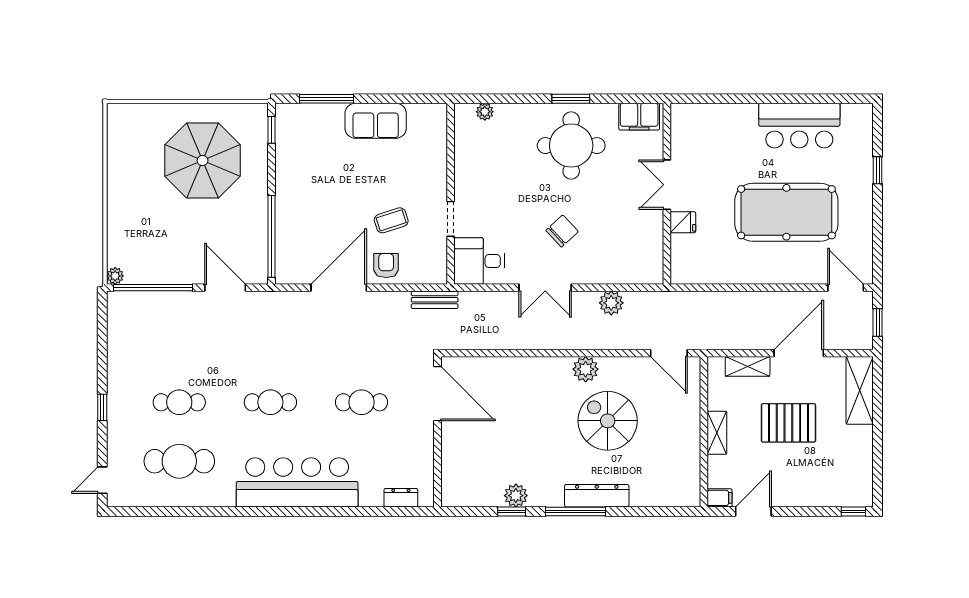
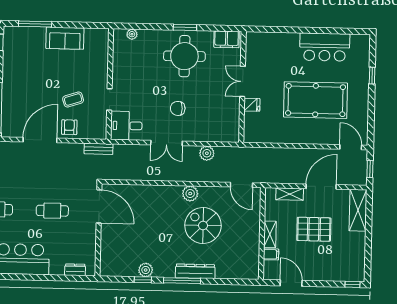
chair: (562, 231) -> (178, 108), turned -137
filing cabinet: (720, 498) -> (271, 254), moved
door: (753, 511) -> (291, 283), hinge flipped

